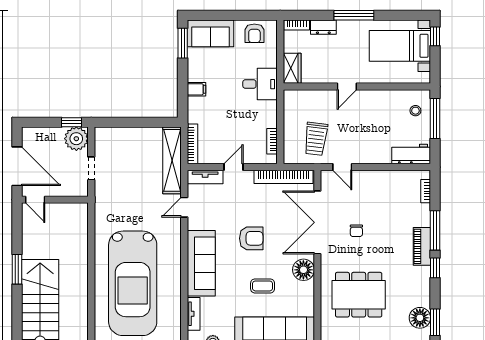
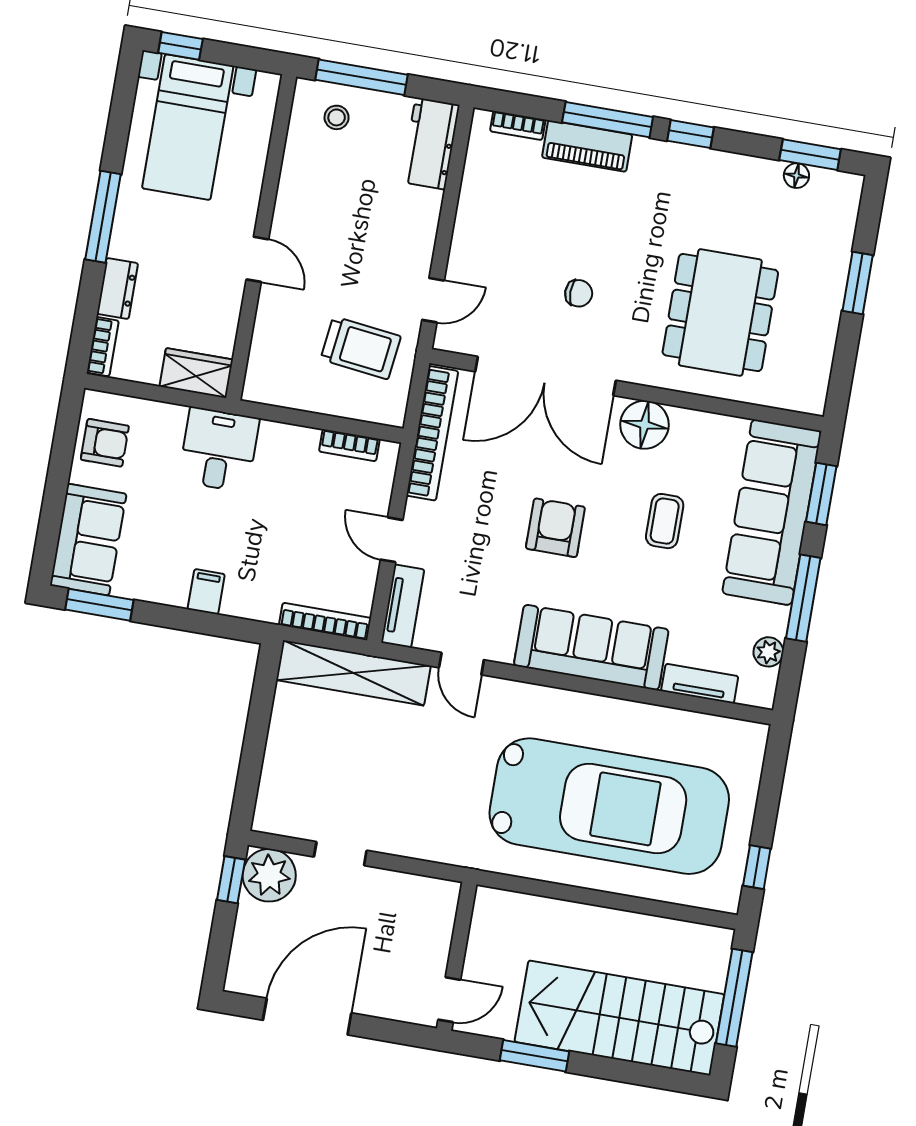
door: (35, 200) -> (449, 1000), moved
wall: (55, 200) -> (457, 956), moved
piano: (422, 246) -> (587, 146), moved
floor lamp: (420, 318) -> (796, 176), width x0.53, depth x0.53

